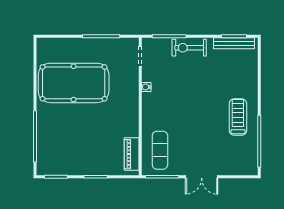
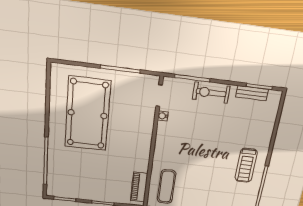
bench: (234, 43) -> (252, 93), width x0.73
pool table: (74, 83) -> (88, 114), turned 90
water cooler: (146, 87) -> (163, 116), moved
treadmill: (238, 117) -> (246, 165), turned 180

